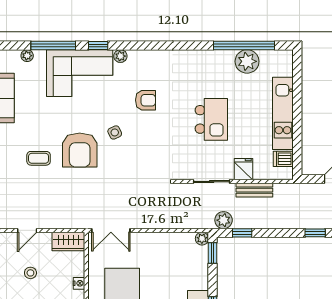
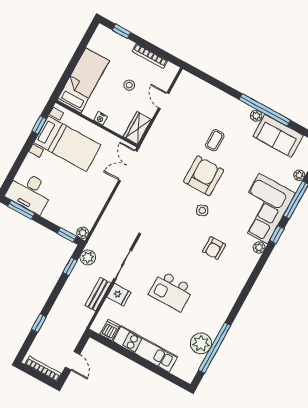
armchair: (80, 150) -> (204, 176), turned 90

